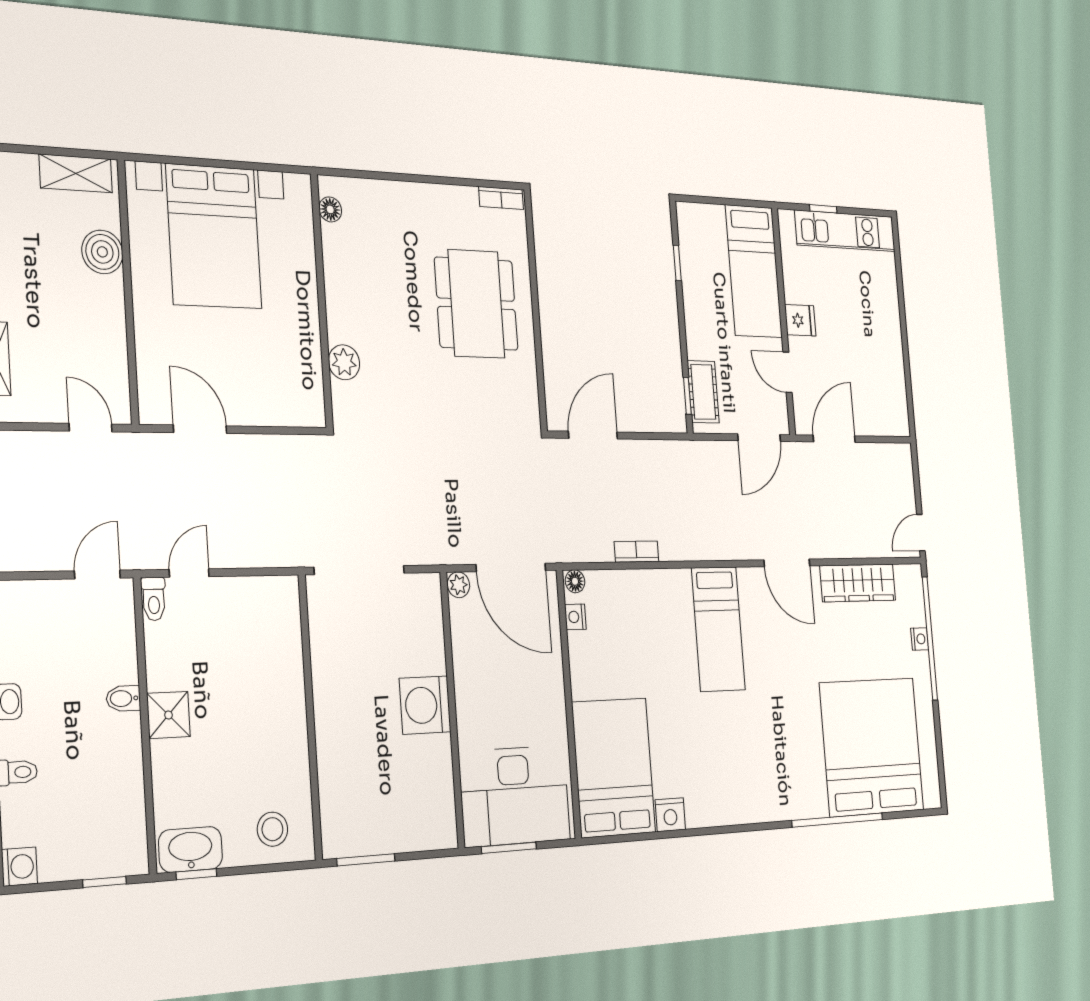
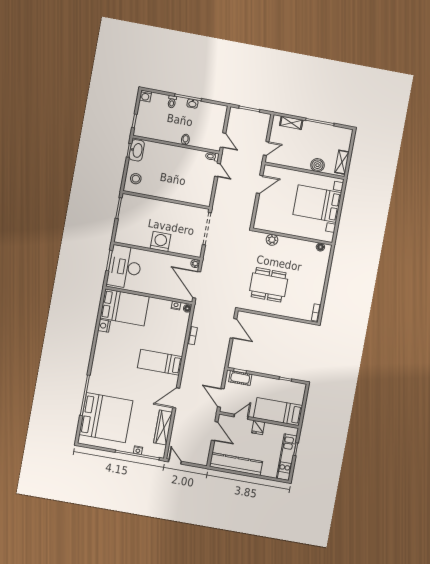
dining table: (476, 304) -> (269, 285), moved
kitchen counter: (889, 366) -> (236, 464), added
door: (511, 567) -> (197, 285), hinge flipped
shower: (168, 715) -> (177, 153), removed

